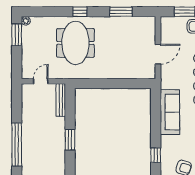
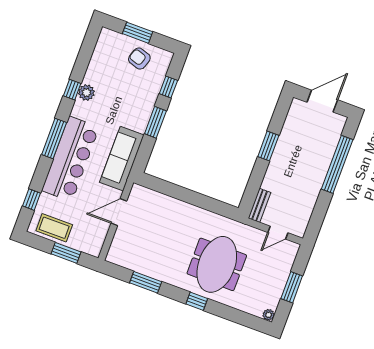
window: (17, 35) -> (292, 287), moved
bench: (61, 100) -> (259, 205), width x0.73
sofa: (170, 112) -> (122, 159), moved
window: (156, 127) -> (155, 122), added

